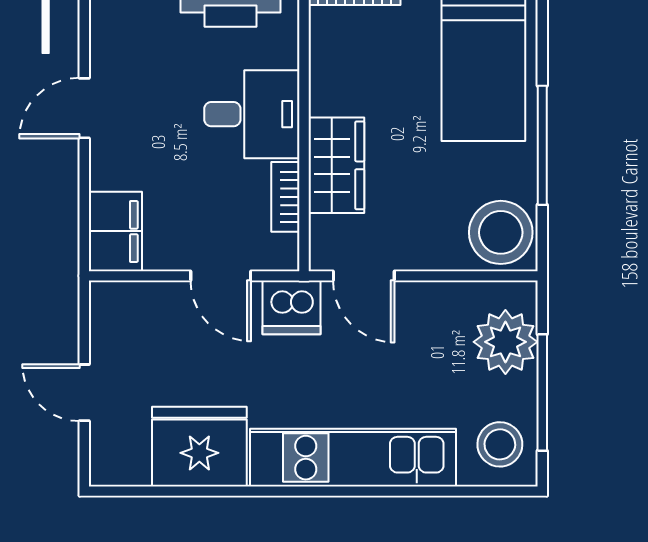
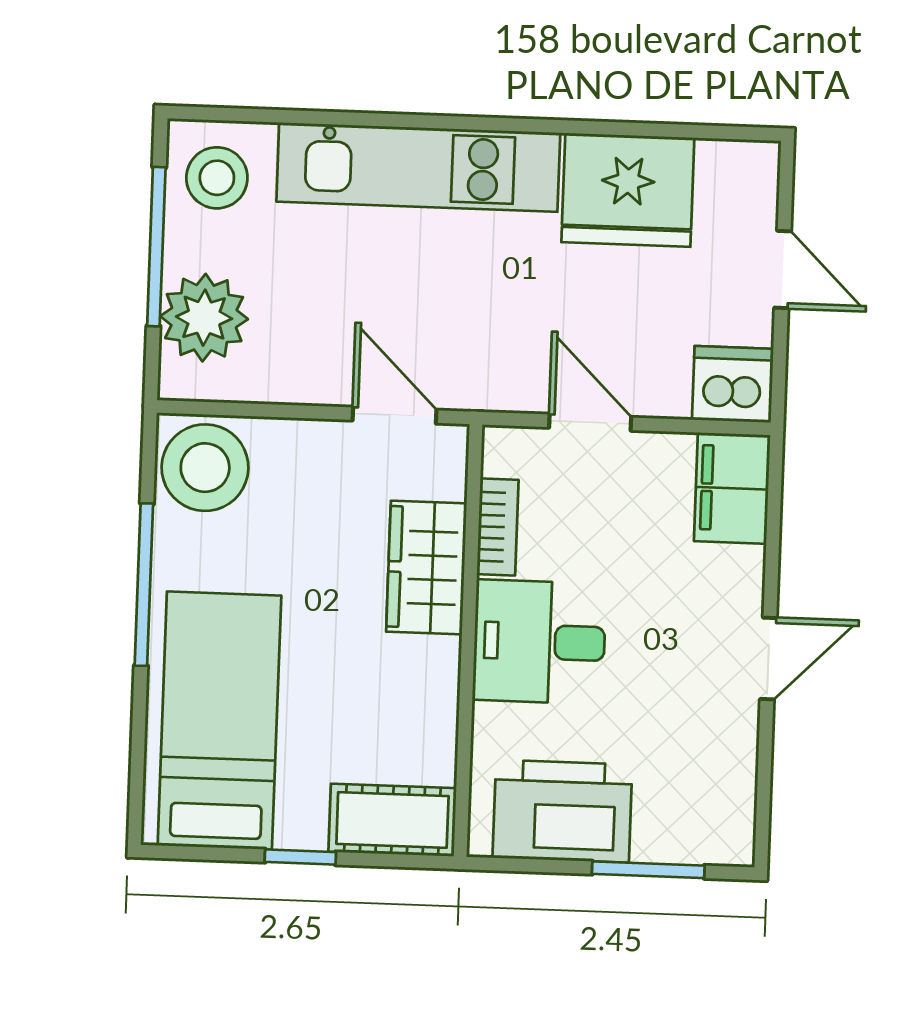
dishwasher: (292, 307) -> (733, 384), moved

